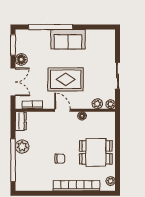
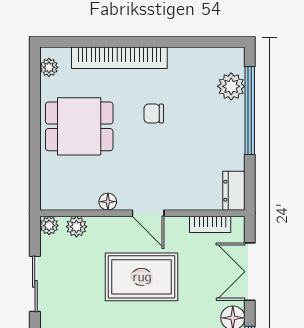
plant: (22, 147) -> (231, 86), moved

